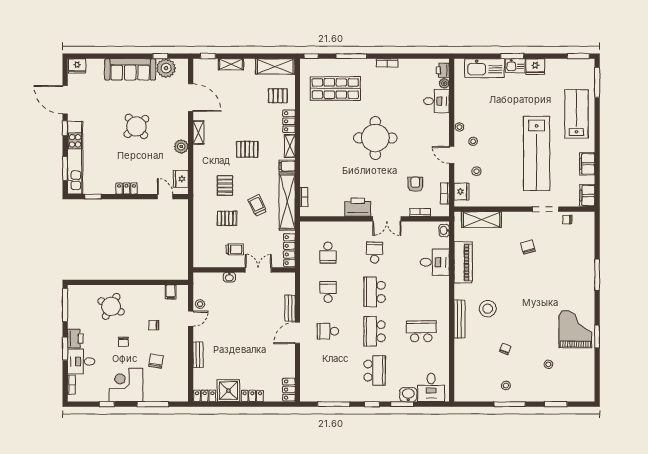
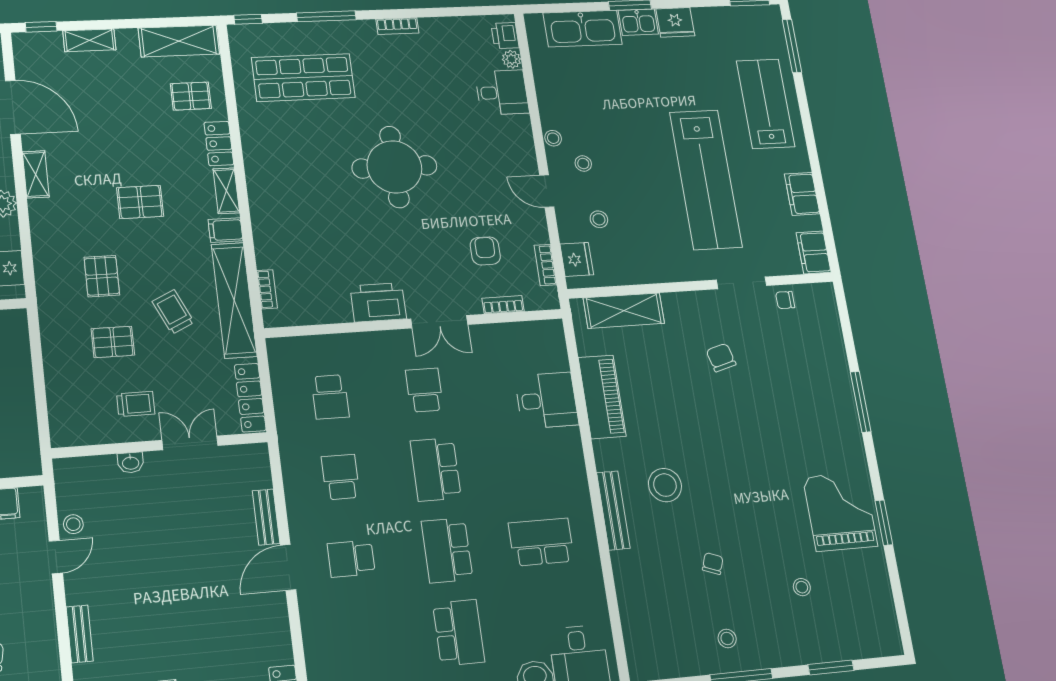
washbasin: (444, 230) -> (555, 337), removed

